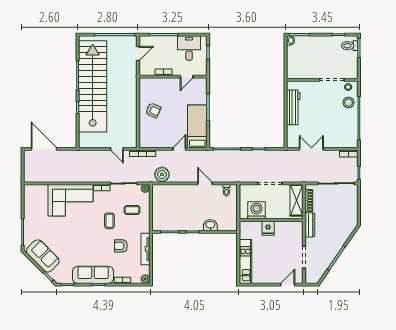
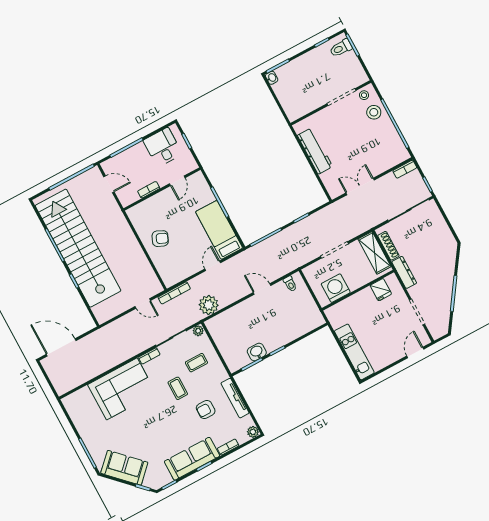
door: (138, 53) -> (109, 184), hinge flipped
washbasin: (210, 225) -> (257, 352), moved
fridge: (268, 228) -> (381, 290), moved

